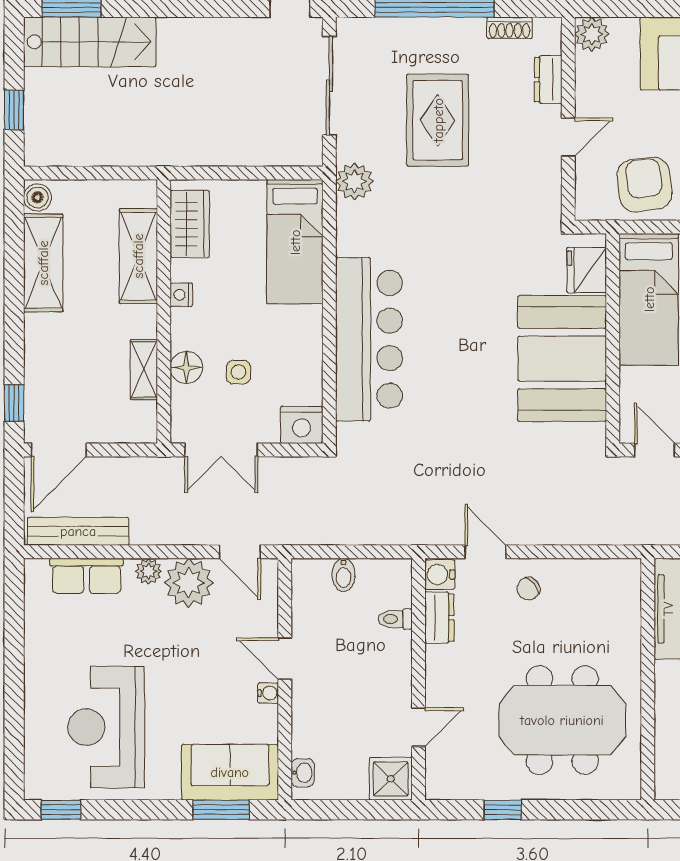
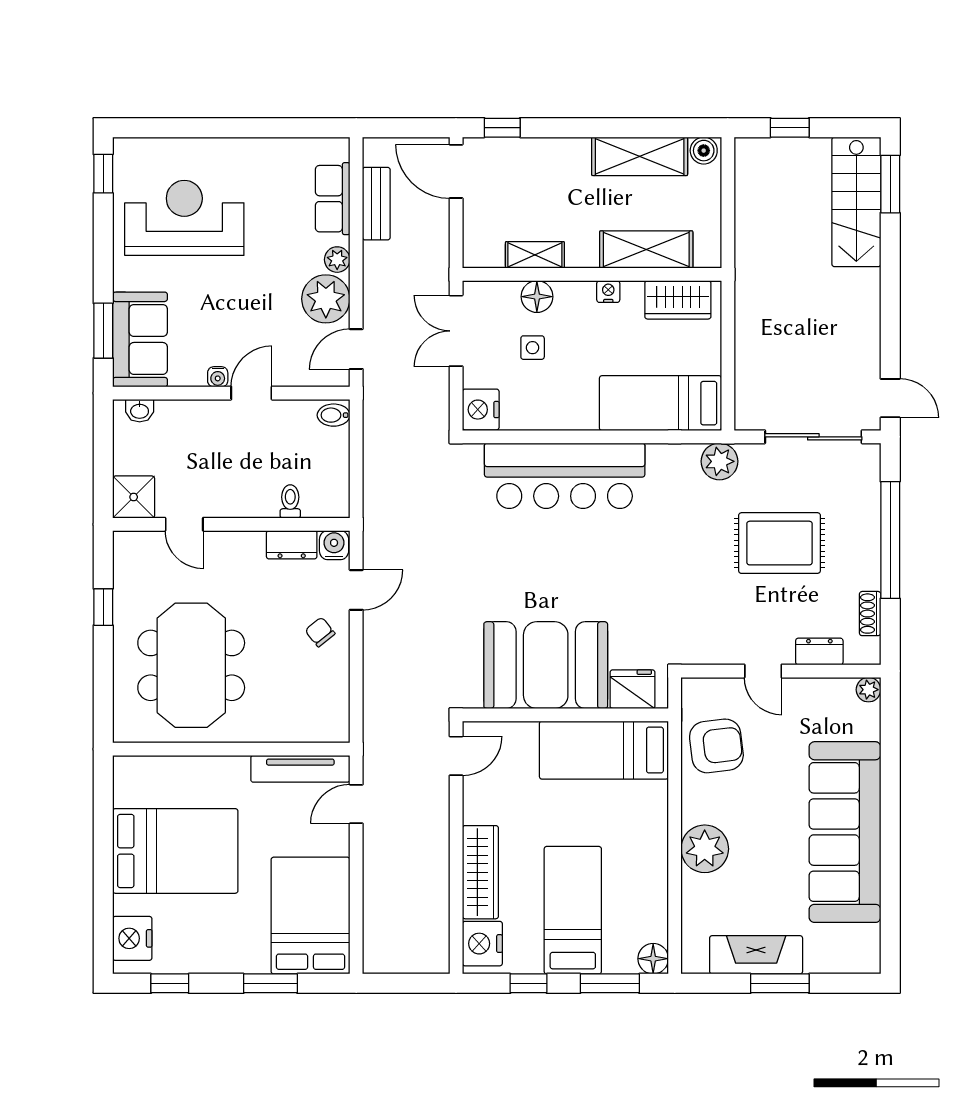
plant: (592, 34) -> (869, 690), width x0.73, depth x0.73
bench: (78, 531) -> (376, 204), width x0.73
bidet: (344, 575) -> (334, 415), moved

